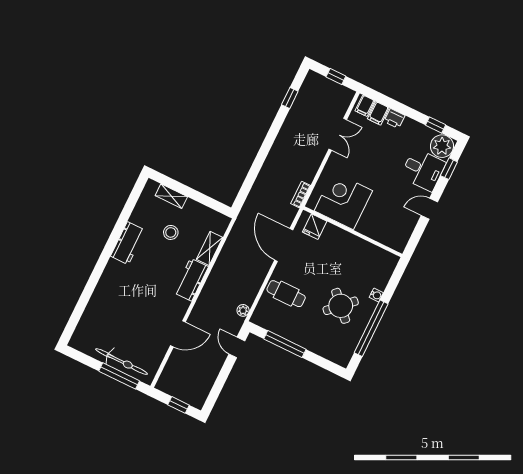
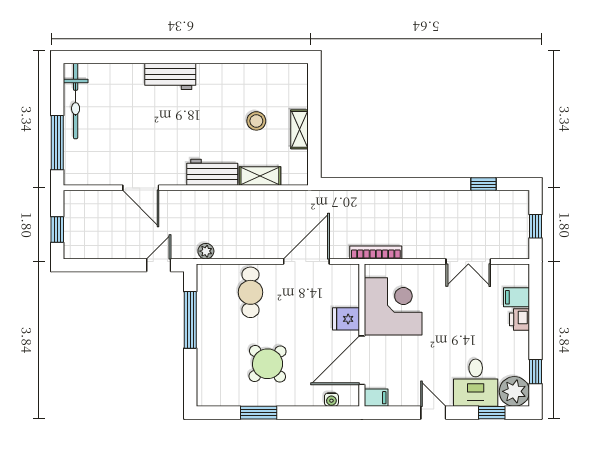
filing cabinet: (365, 106) -> (376, 398), moved, turned 180
bookcase: (301, 195) -> (376, 252), width x1.56
shelving: (171, 196) -> (300, 129), moved
fridge: (315, 227) -> (346, 319), moved
door: (370, 240) -> (362, 360), added
workbench: (128, 243) -> (170, 76), moved
water cooler: (376, 295) -> (331, 400), moved
window: (371, 328) -> (259, 413), width x0.47
bicycle: (122, 362) -> (76, 101), moved

